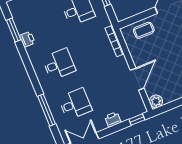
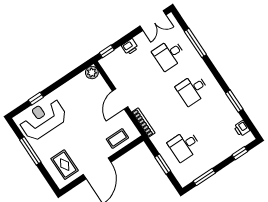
window: (14, 30) -> (234, 101), moved
printer: (27, 39) -> (242, 128), moved
door: (137, 79) -> (120, 99), moved

